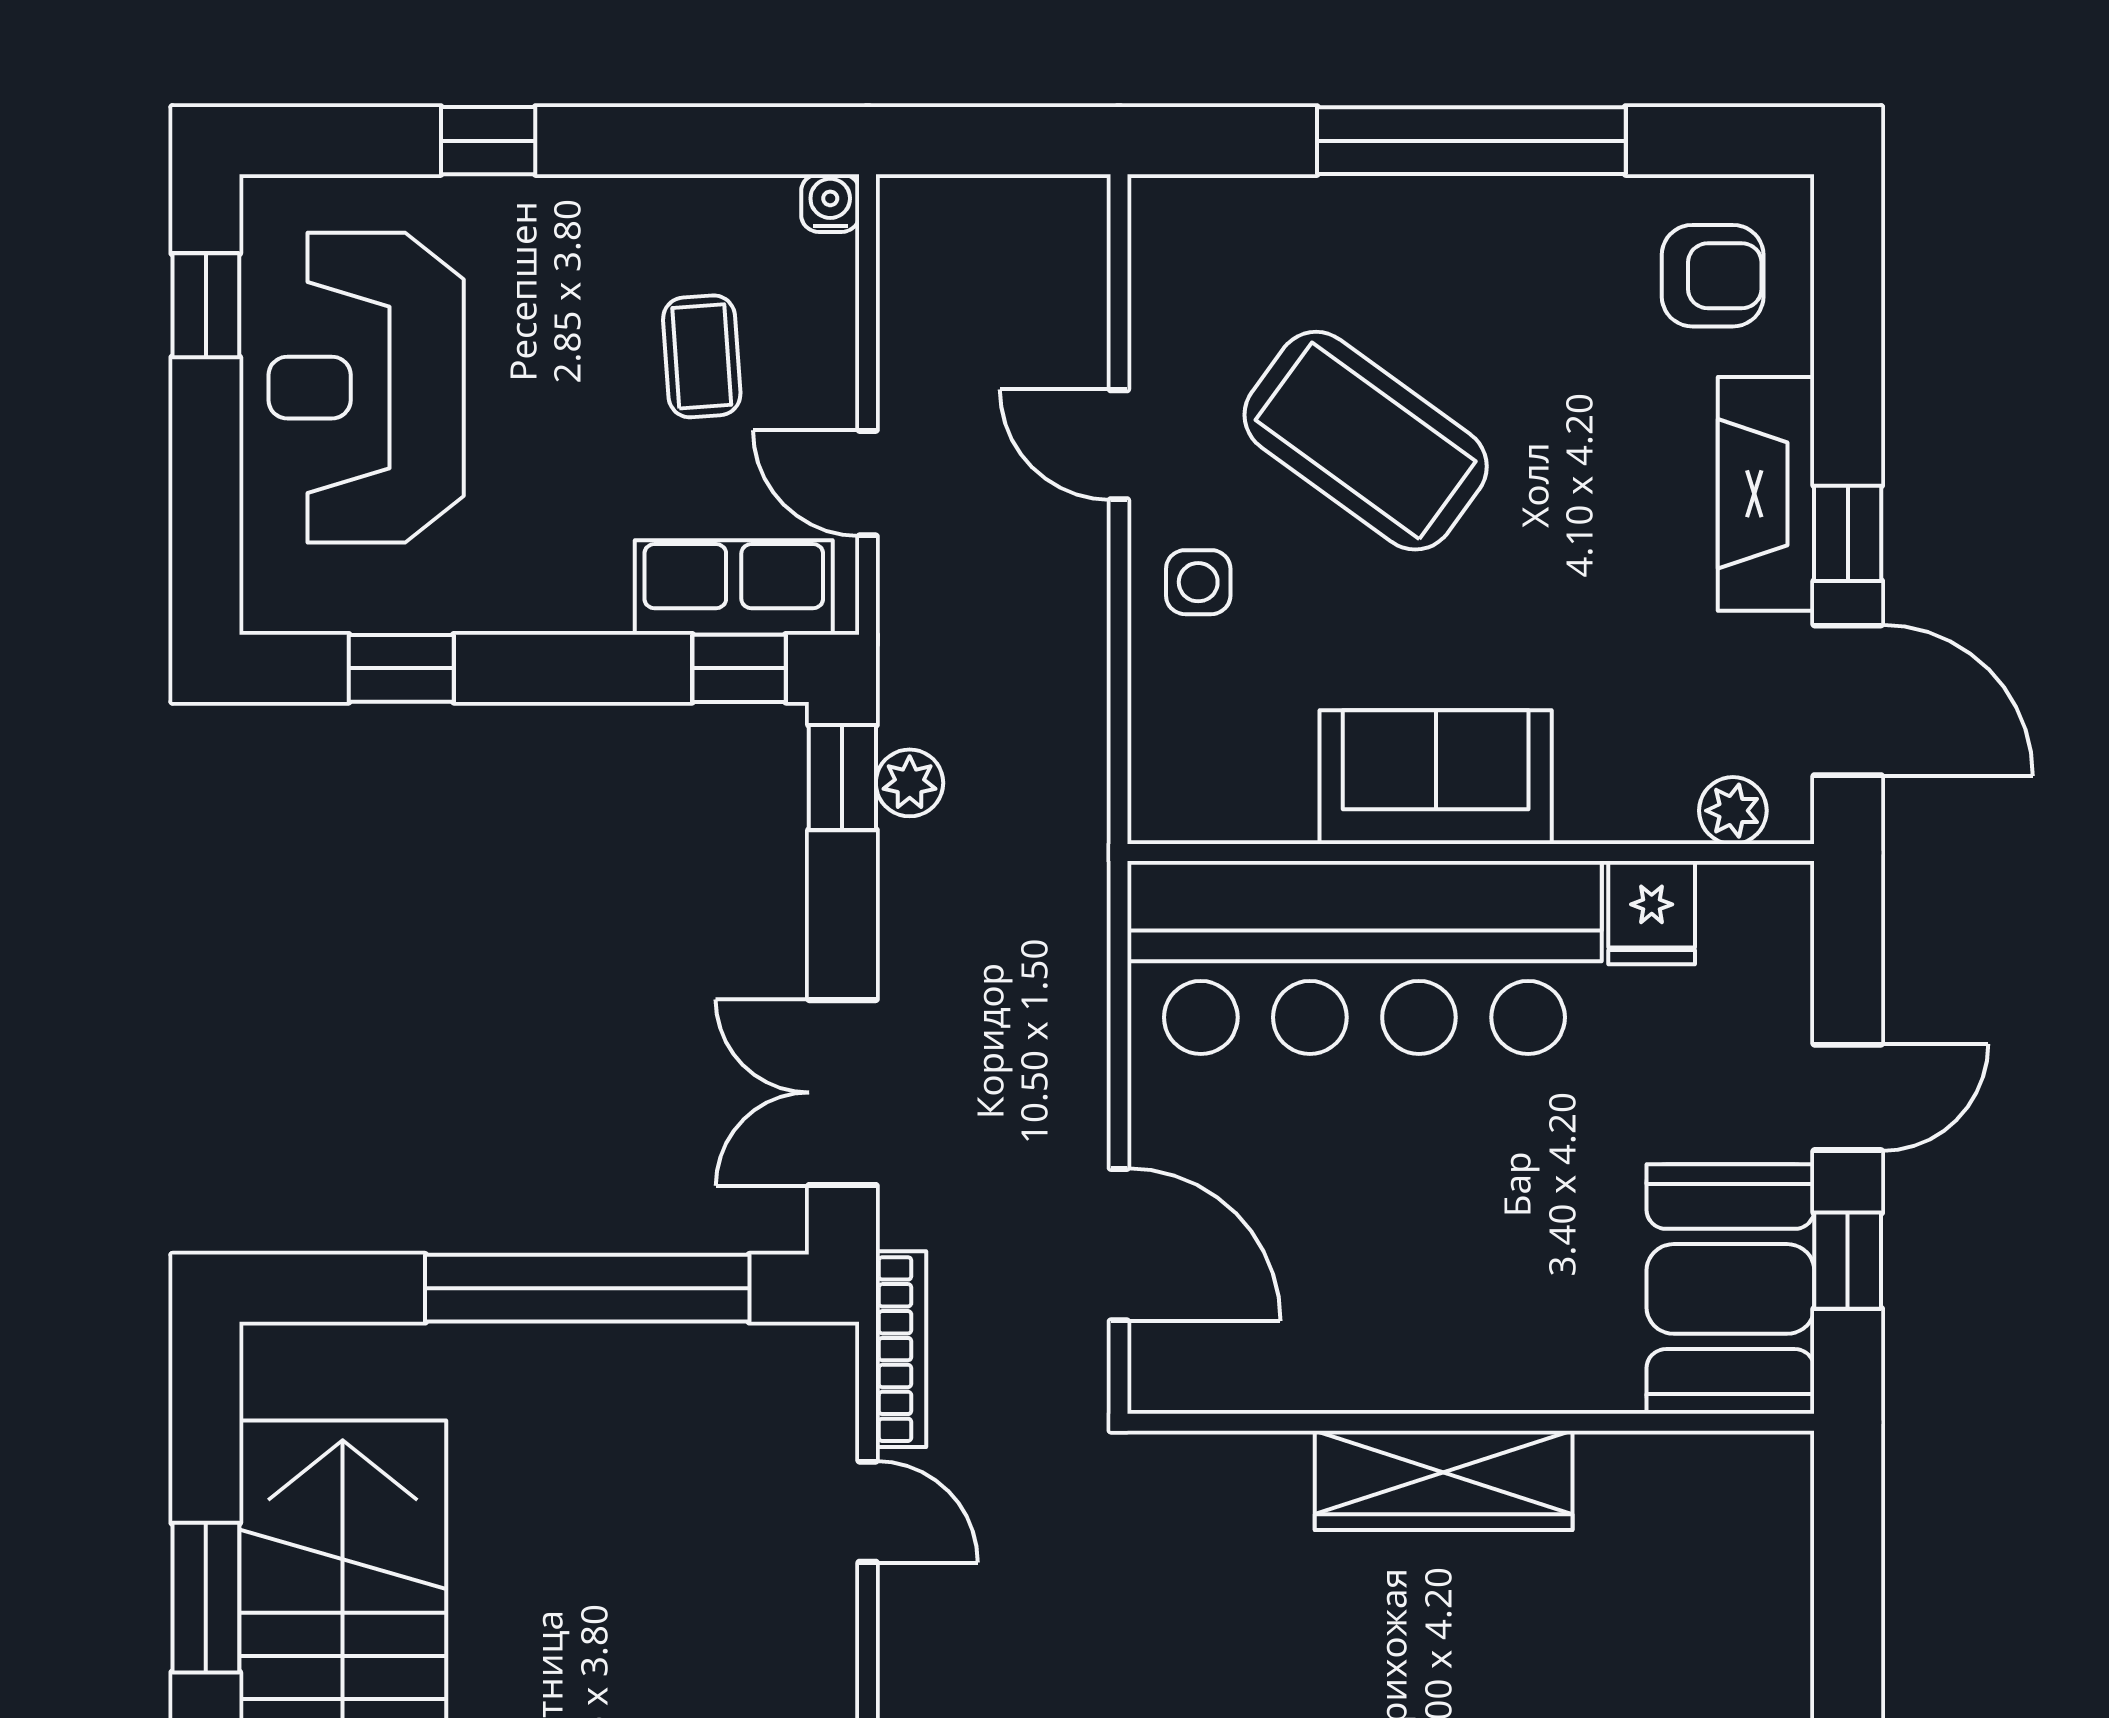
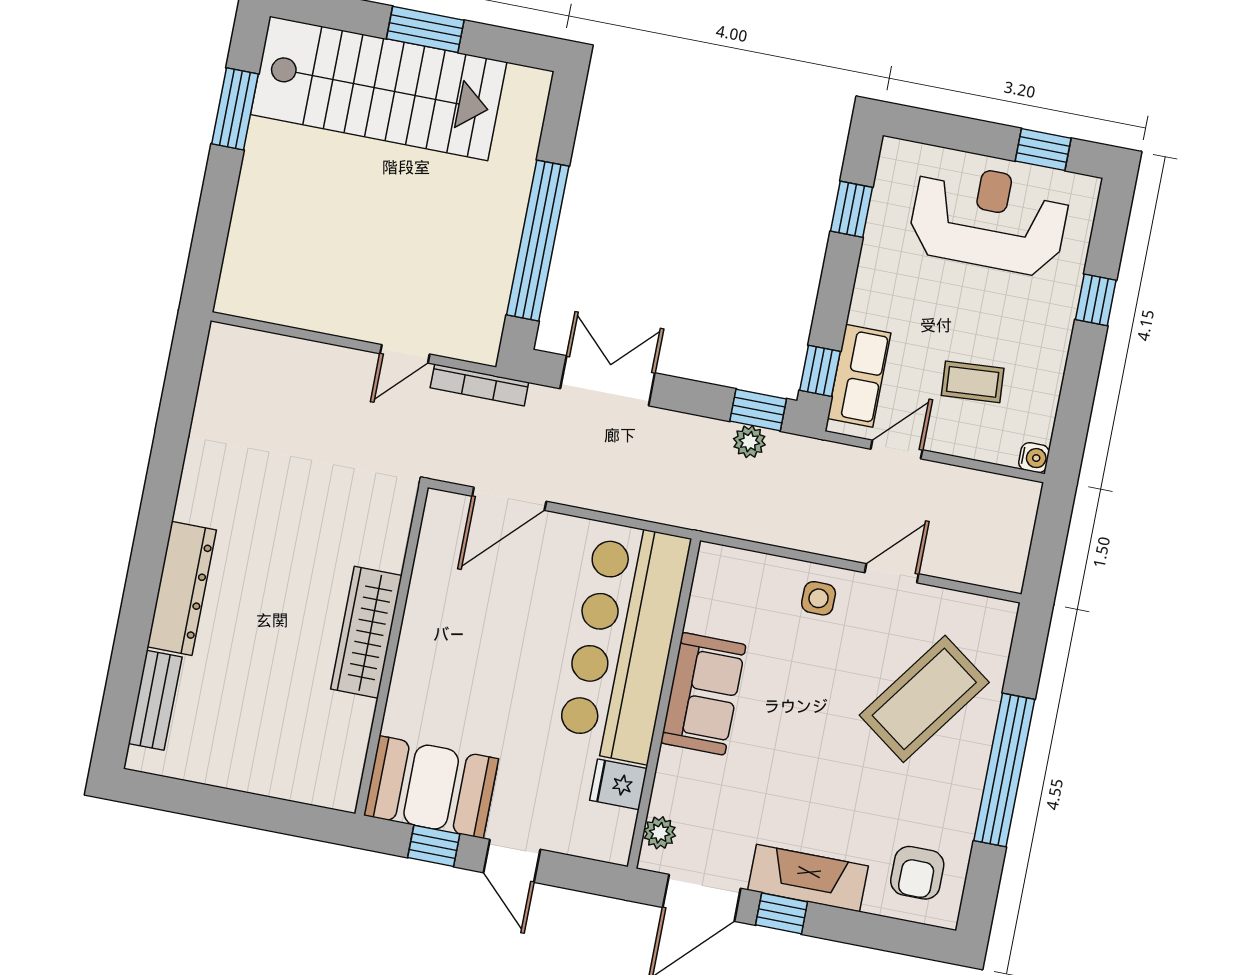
coffee table: (1366, 441) -> (924, 699), moved

